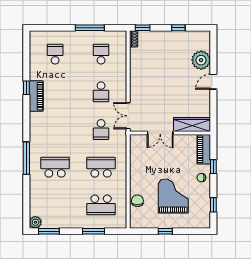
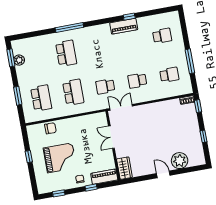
wardrobe: (192, 125) -> (124, 168), width x0.67
school desk: (101, 205) -> (41, 98), turned 180
plant: (35, 222) -> (19, 60), moved

